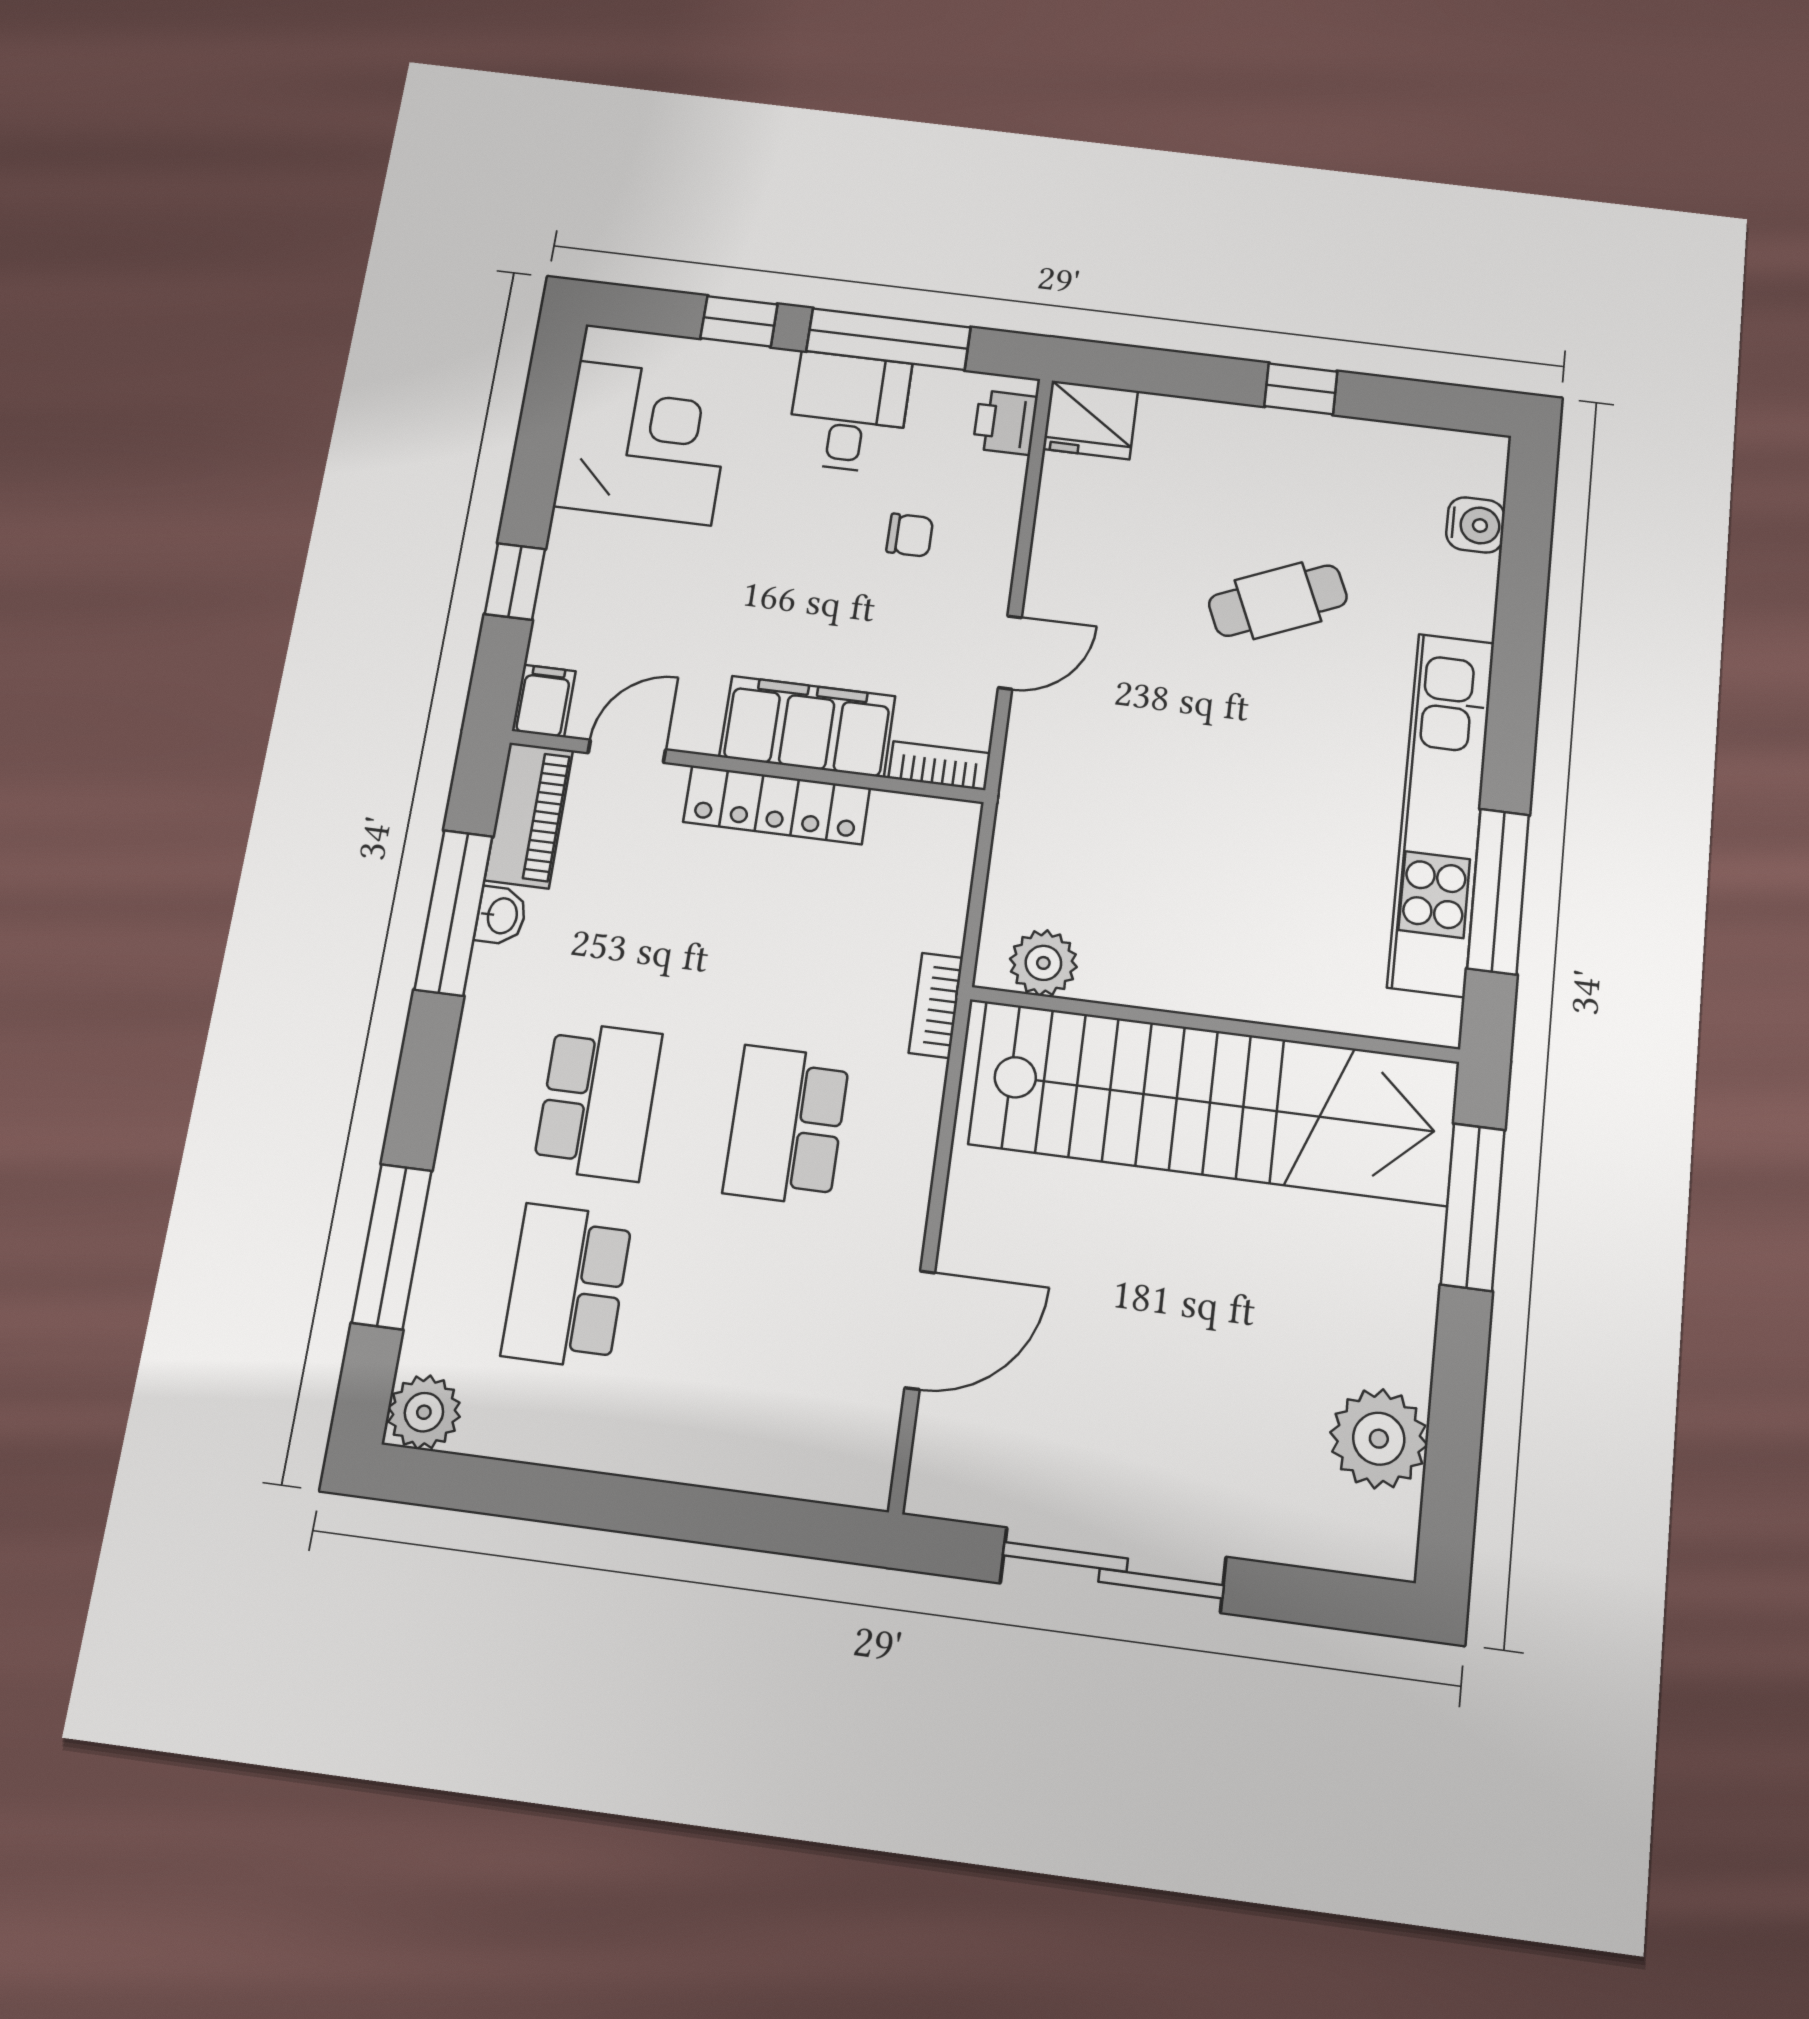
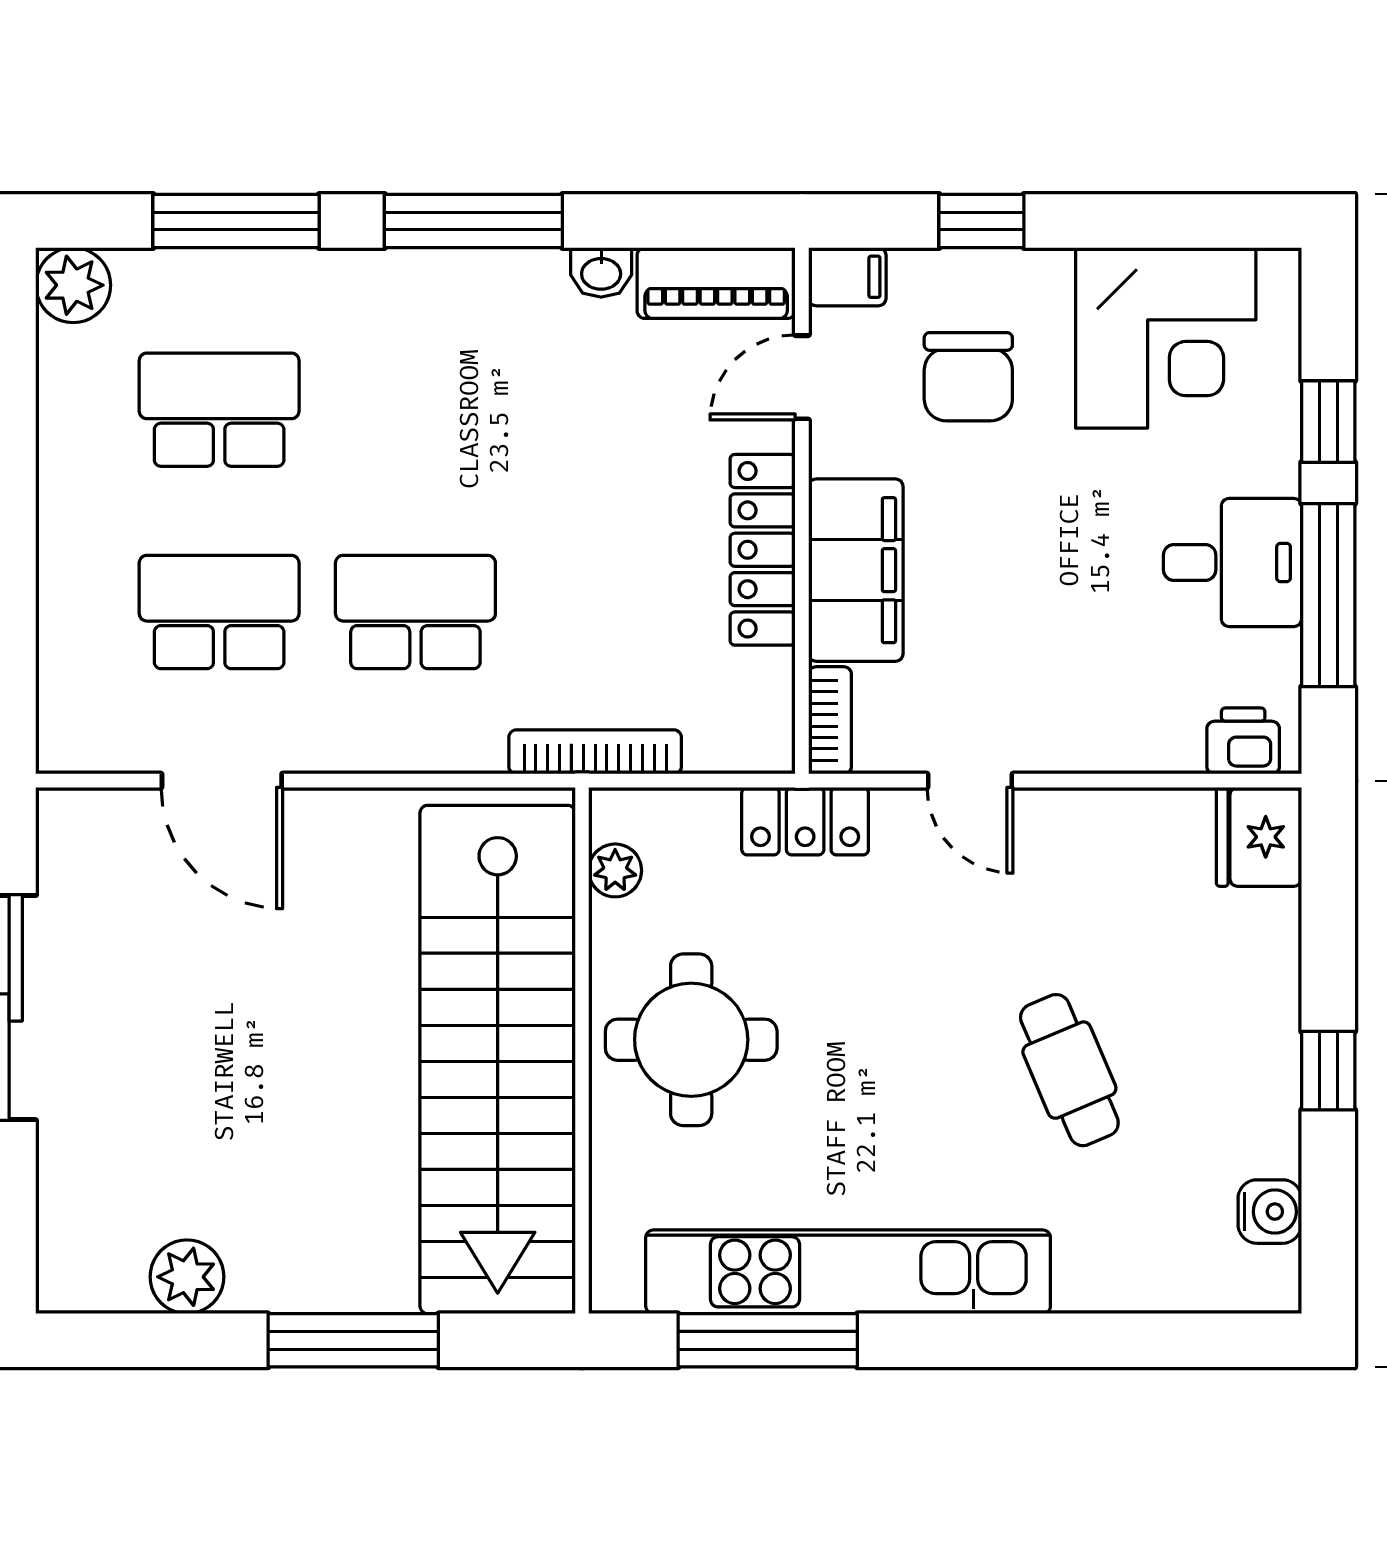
water cooler: (1475, 525) -> (1270, 1212), moved, turned -90
chair: (910, 535) -> (968, 377), moved, width x1.87, depth x1.87
door: (627, 751) -> (802, 377), swing flipped
locker: (1028, 799) -> (805, 821), added
window: (454, 913) -> (473, 221), moved
round table: (1215, 924) -> (691, 1040), added
plant: (1043, 963) -> (615, 870), width x0.73, depth x0.73
bookcase: (936, 1005) -> (595, 752), width x1.56
school desk: (598, 1101) -> (219, 612), moved, turned 180
window: (1473, 1207) -> (353, 1340), moved
plant: (1379, 1439) -> (187, 1277), width x0.73, depth x0.73

